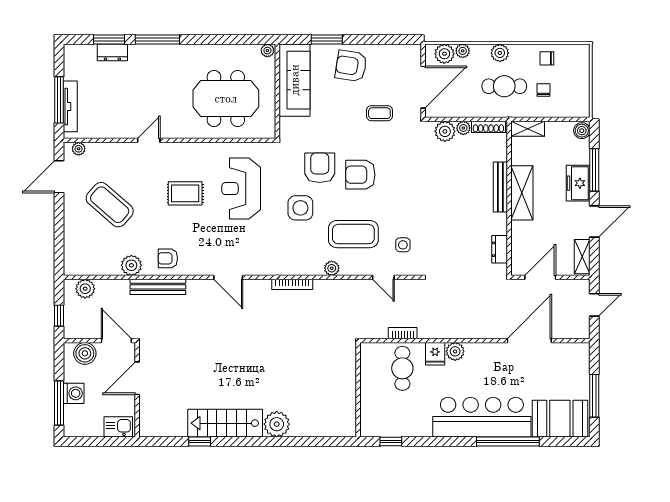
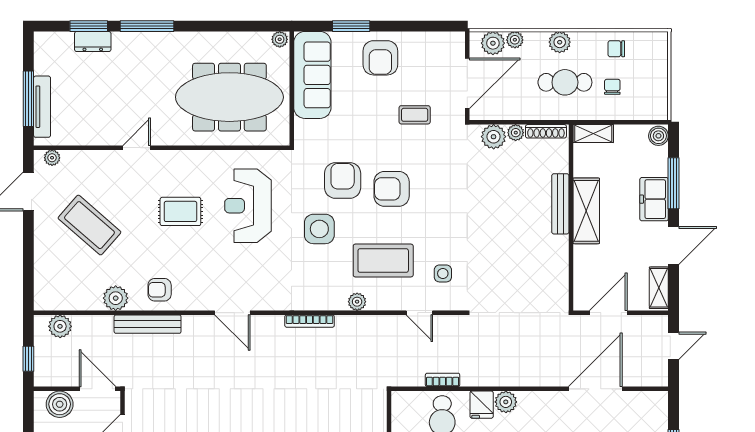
armchair: (351, 66) -> (380, 58), turned -99
meeting table: (226, 99) -> (229, 97), width x1.36
dresser: (500, 249) -> (559, 279), removed

